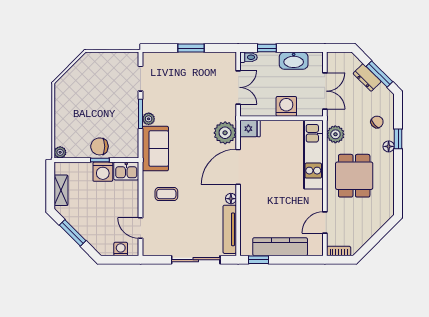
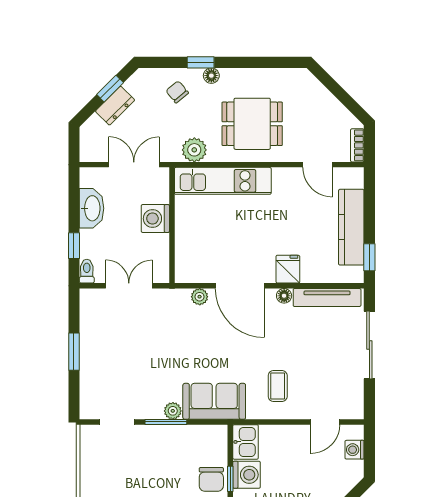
window: (379, 74) -> (110, 89), width x0.67
fridge: (250, 129) -> (288, 269), moved
plant: (225, 133) -> (200, 297), width x0.53, depth x0.53

